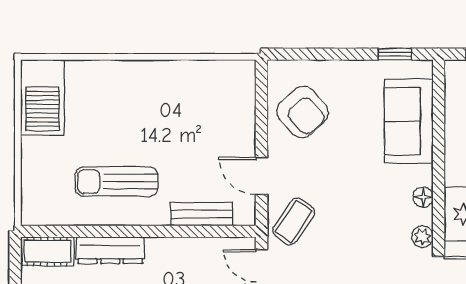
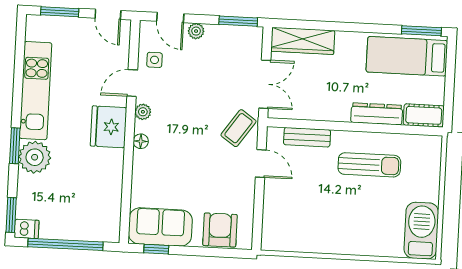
armchair: (303, 112) -> (220, 230), moved, turned 42
sofa: (409, 121) -> (160, 227), moved, turned -90

